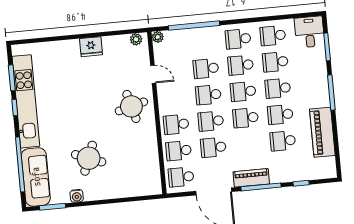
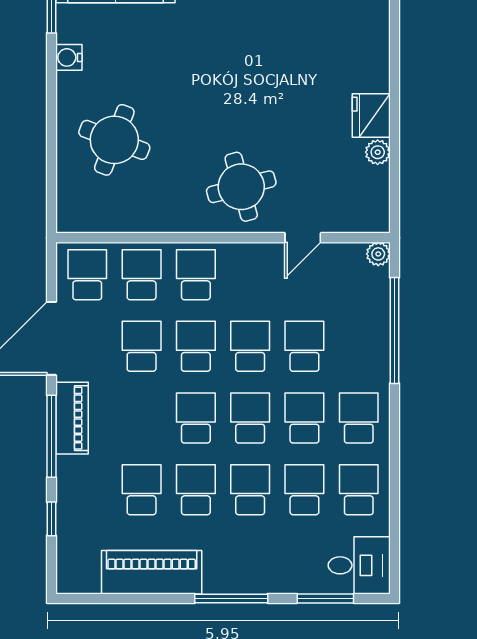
plant: (136, 39) -> (378, 152), moved
round table: (89, 158) -> (114, 140), moved

